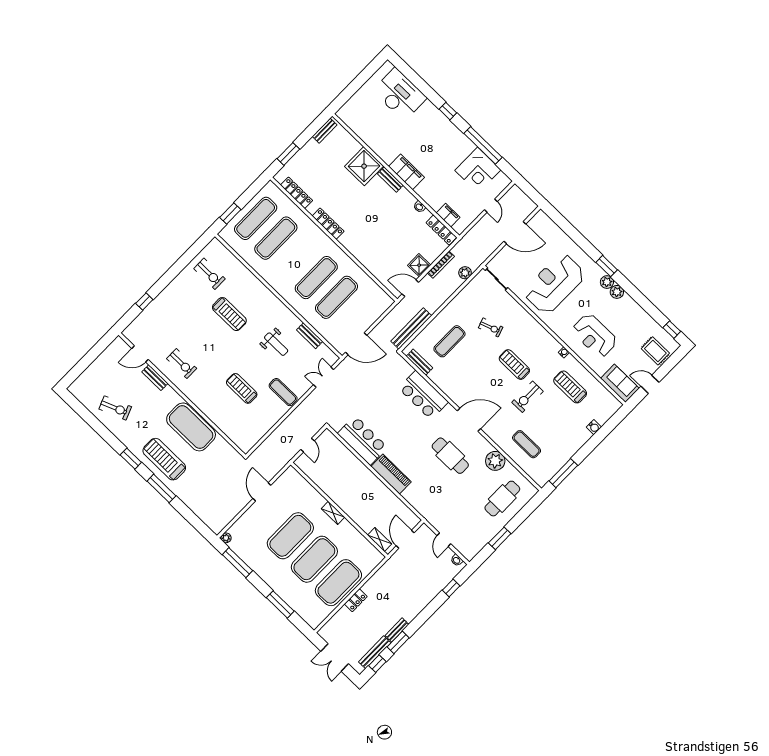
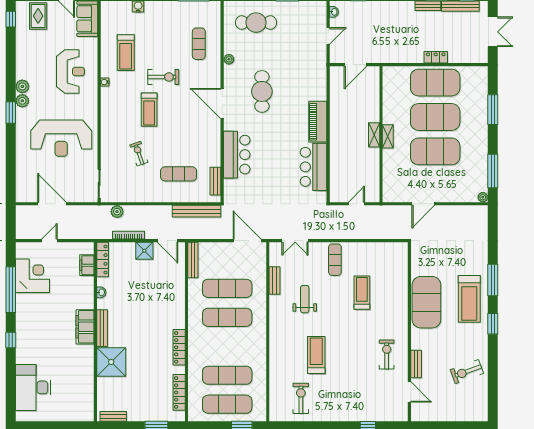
bench: (390, 180) -> (102, 328), width x1.36
bench: (380, 293) -> (193, 260), added
treadmill: (242, 388) -> (362, 293), turned 180
exercise bike: (115, 408) -> (467, 372), turned -88
plant: (495, 461) -> (229, 59), width x0.53, depth x0.53
shelving: (380, 539) -> (374, 135), moved

